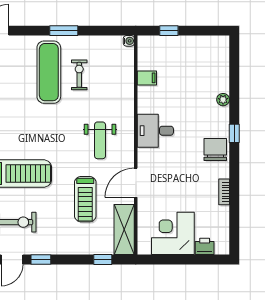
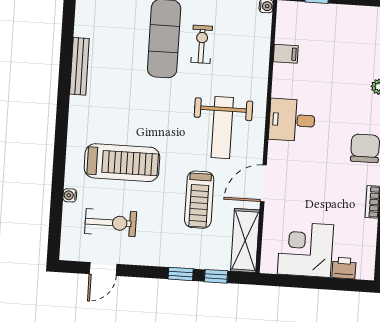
weight bench: (100, 140) -> (222, 128), width x1.36, depth x1.33
window: (41, 260) -> (181, 274), moved

